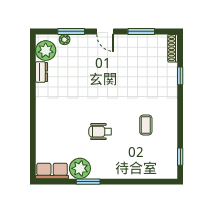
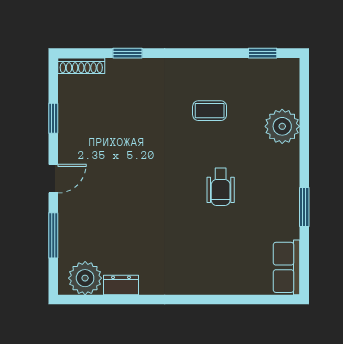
window: (141, 31) -> (53, 118), width x0.67
plant: (65, 40) -> (67, 247), removed
plant: (80, 168) -> (282, 126), moved

